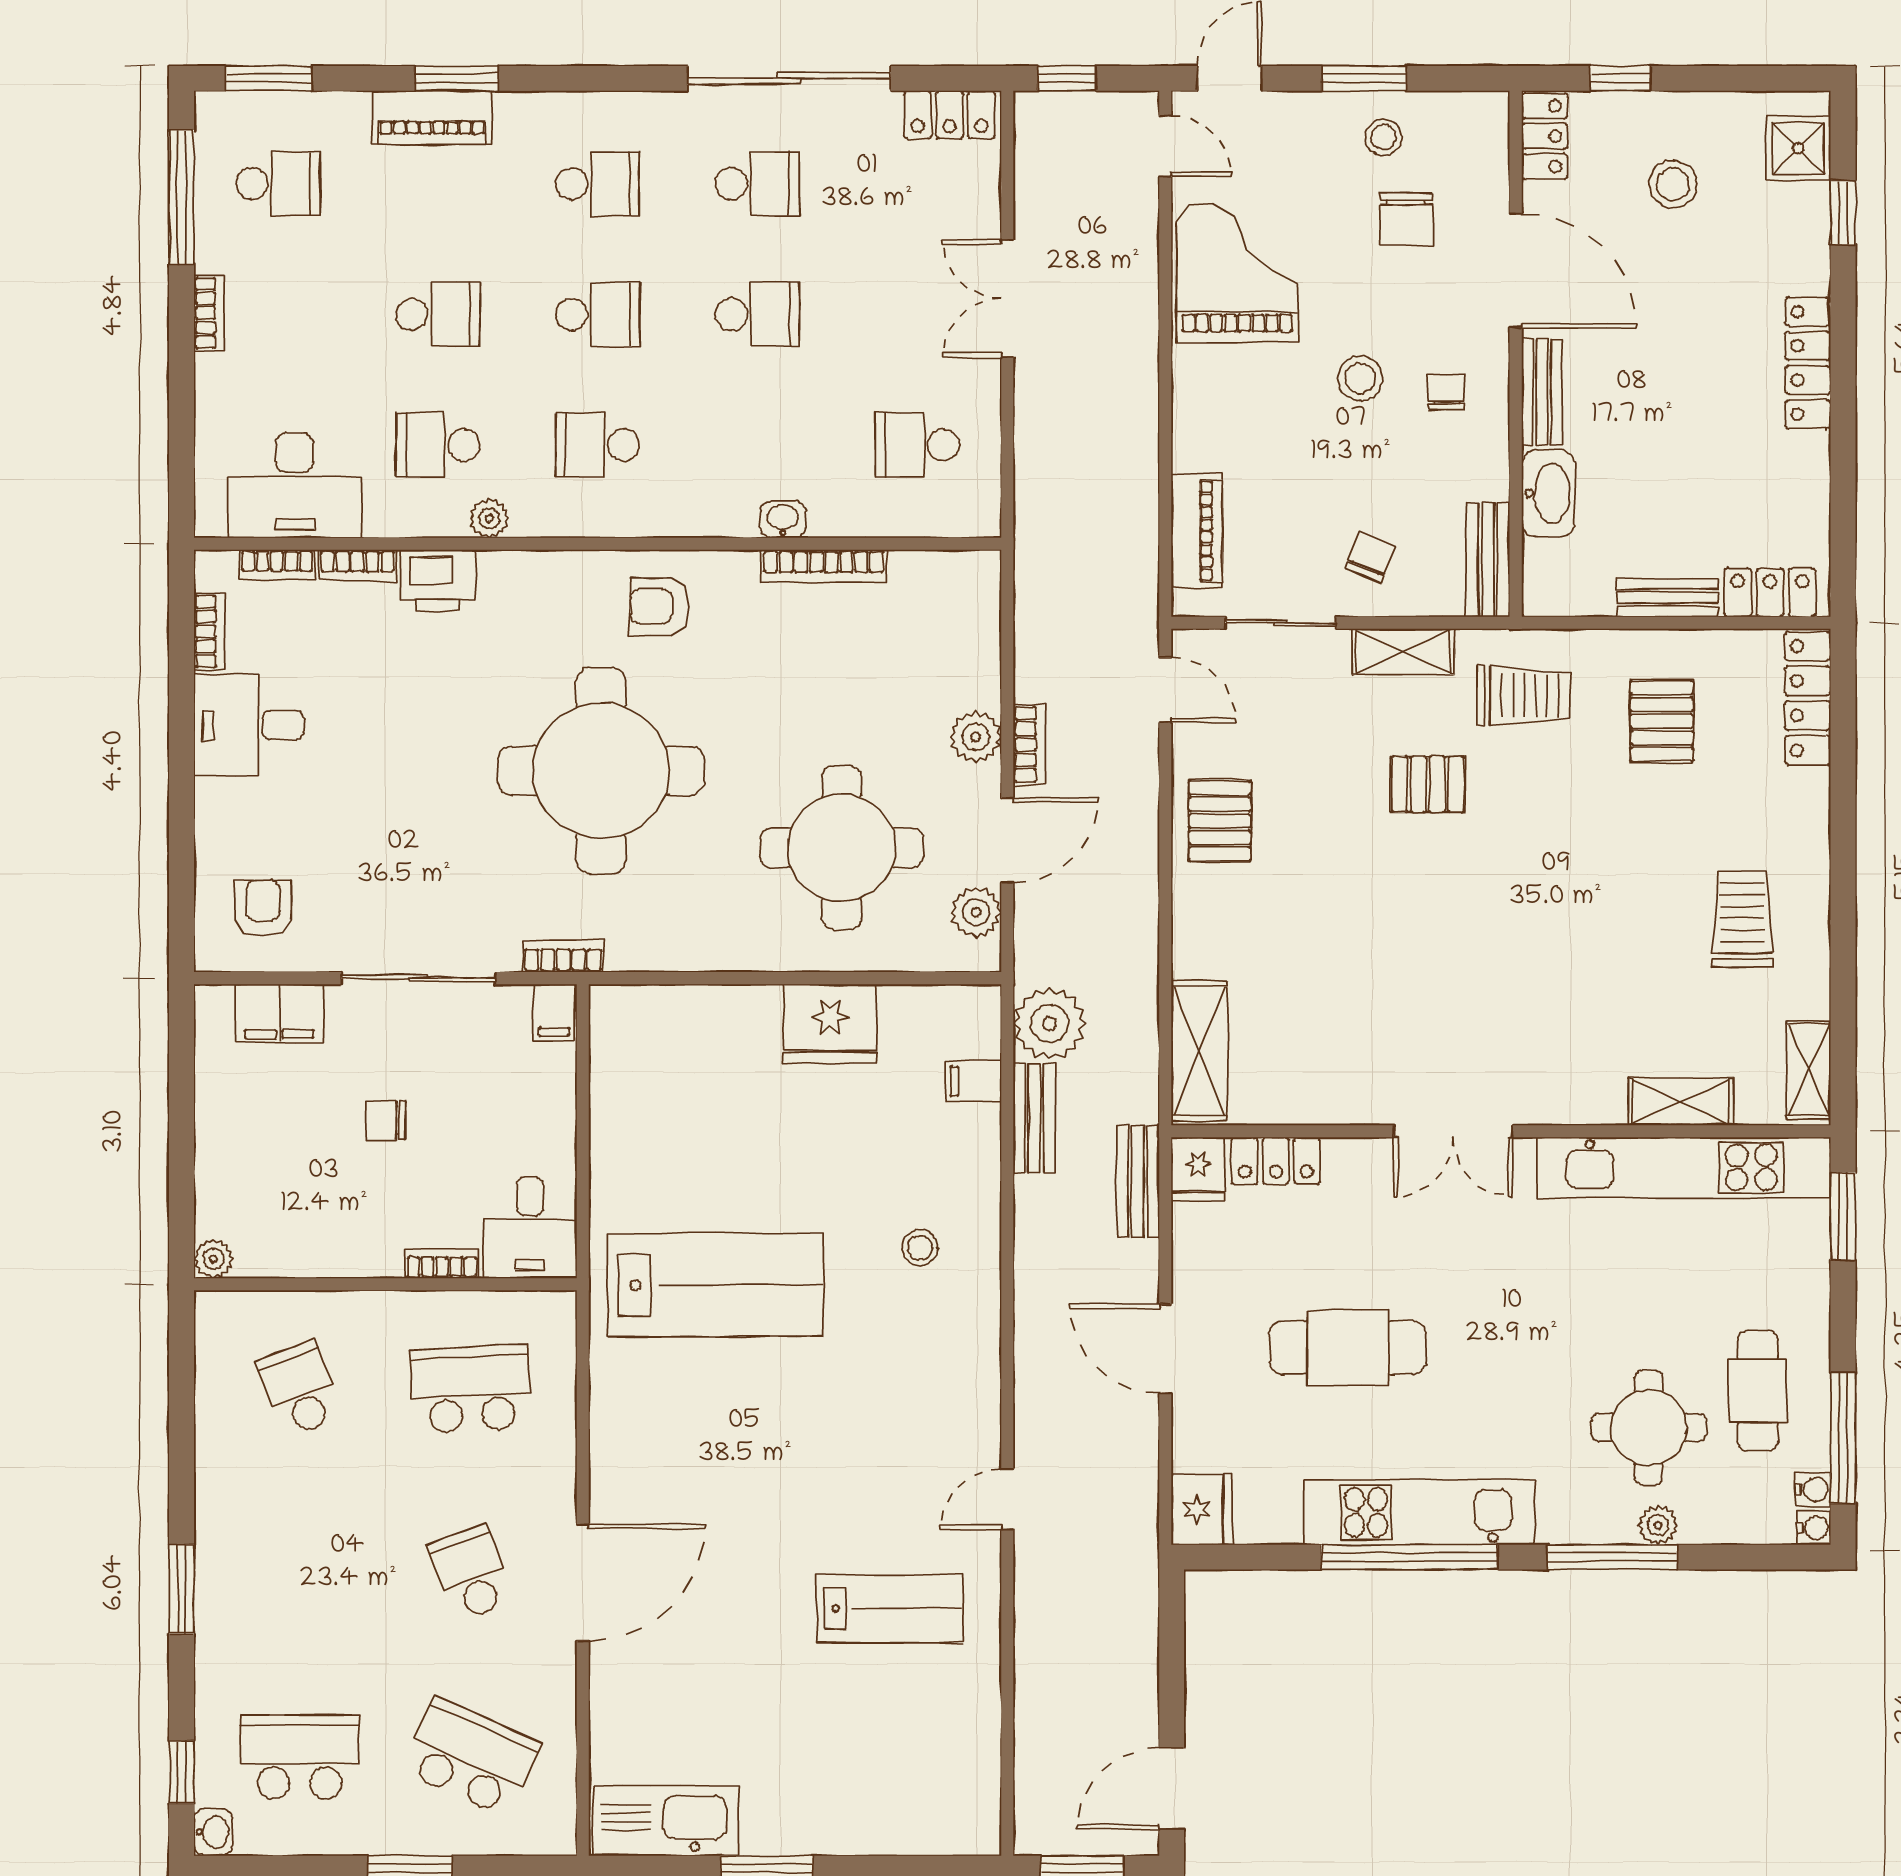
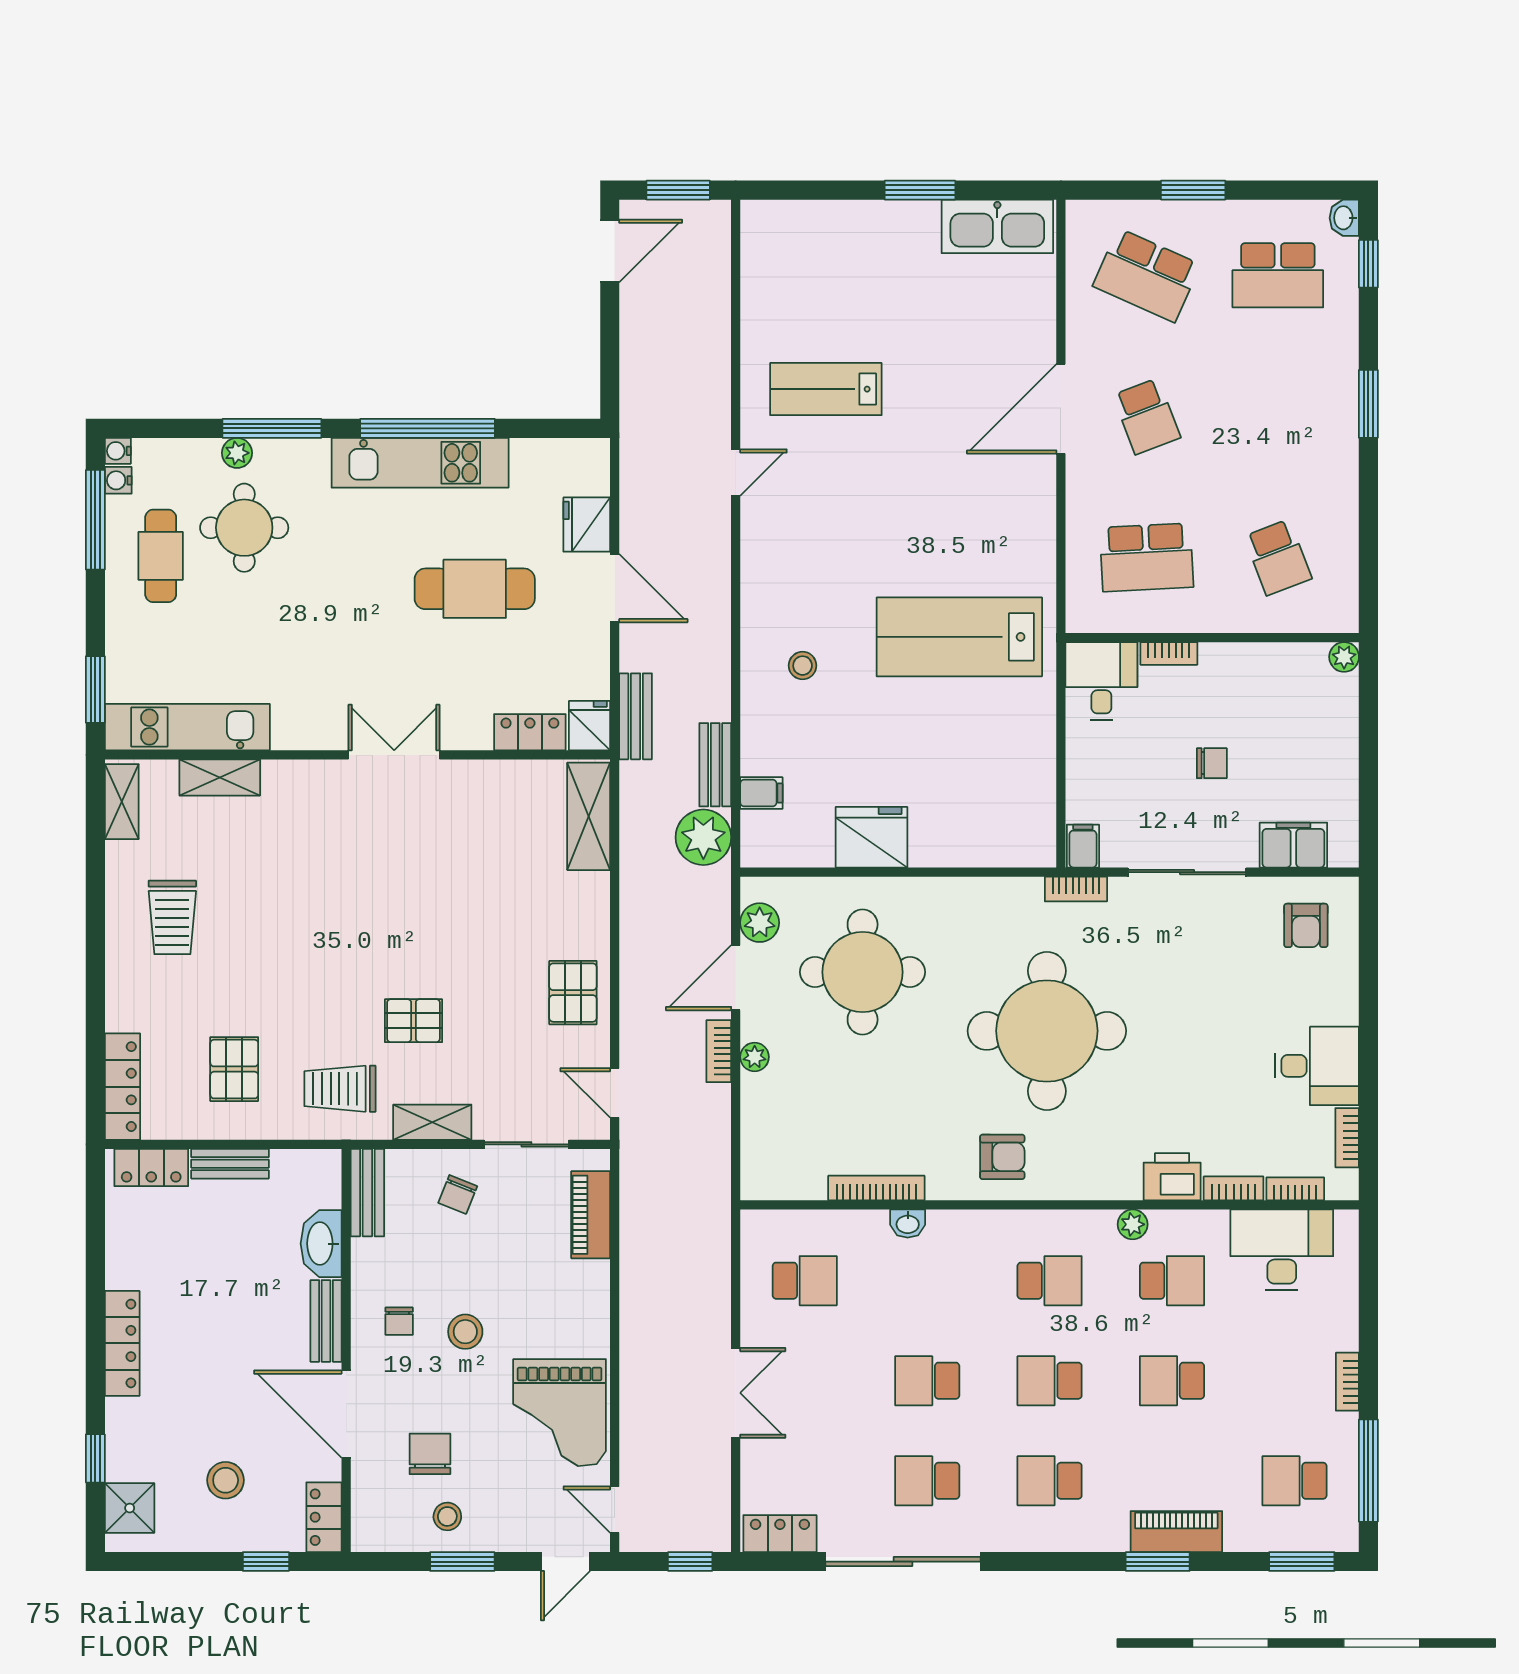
plant: (976, 737) -> (755, 1057), width x0.73, depth x0.73
kitchen unit: (1684, 1167) -> (187, 727), width x0.73
fridge: (1202, 1509) -> (587, 525), moved

